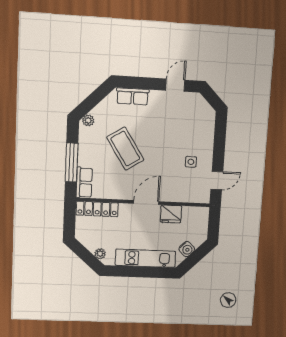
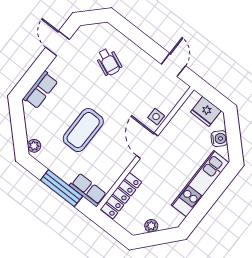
wheelchair: (187, 132) -> (109, 62), added
coffee table: (125, 149) -> (83, 130), turned -57
side table: (191, 162) -> (156, 117), moved
fridge: (171, 214) -> (206, 111), moved, turned 90
plant: (100, 254) -> (151, 226), moved

